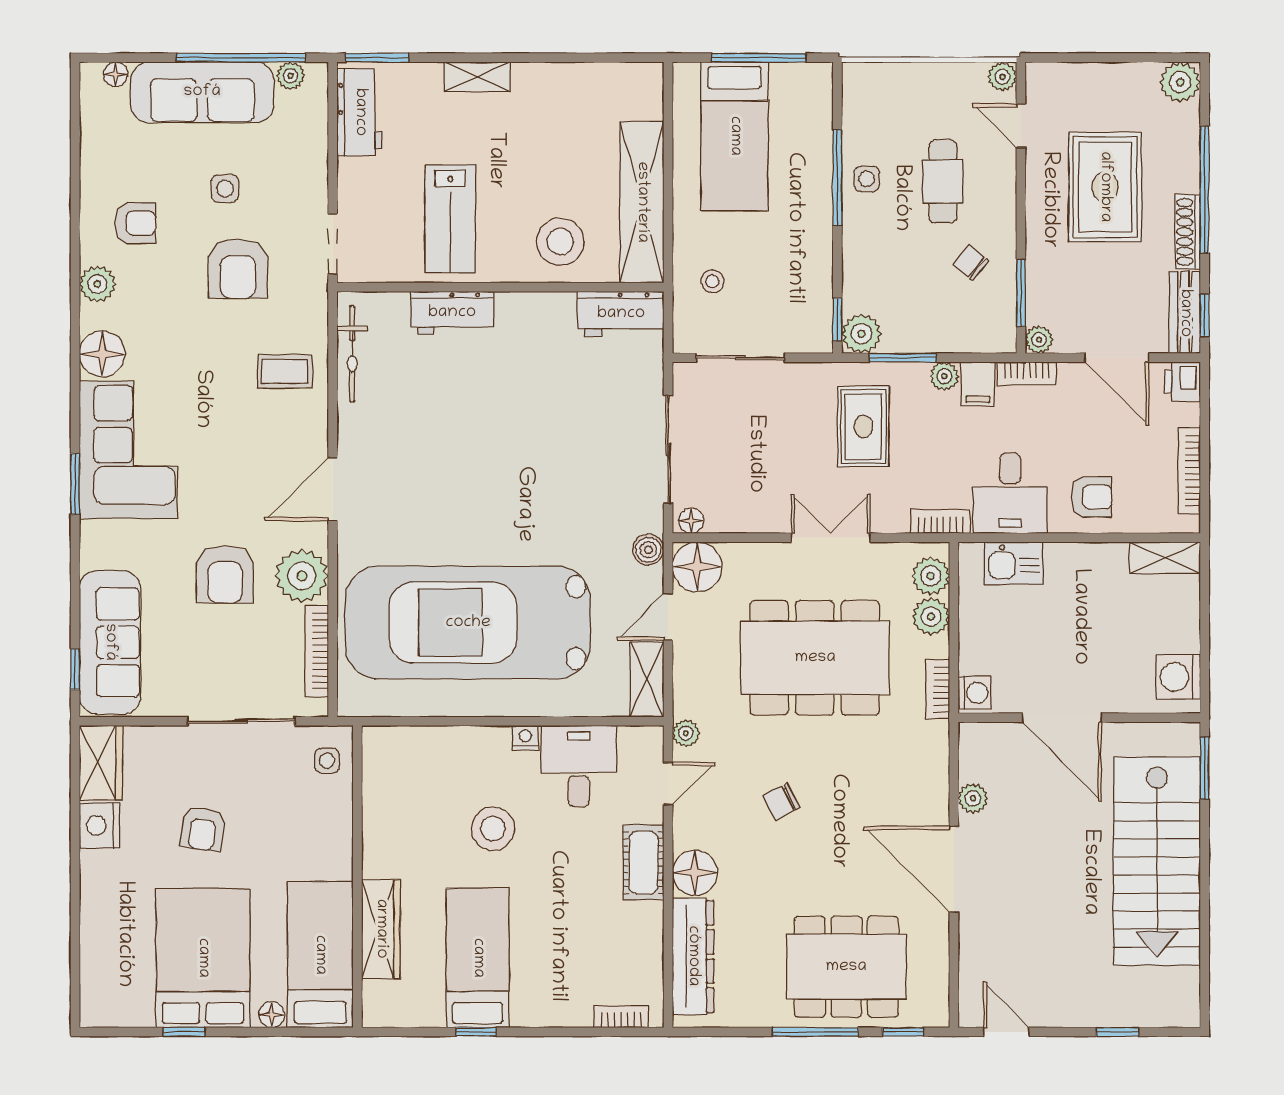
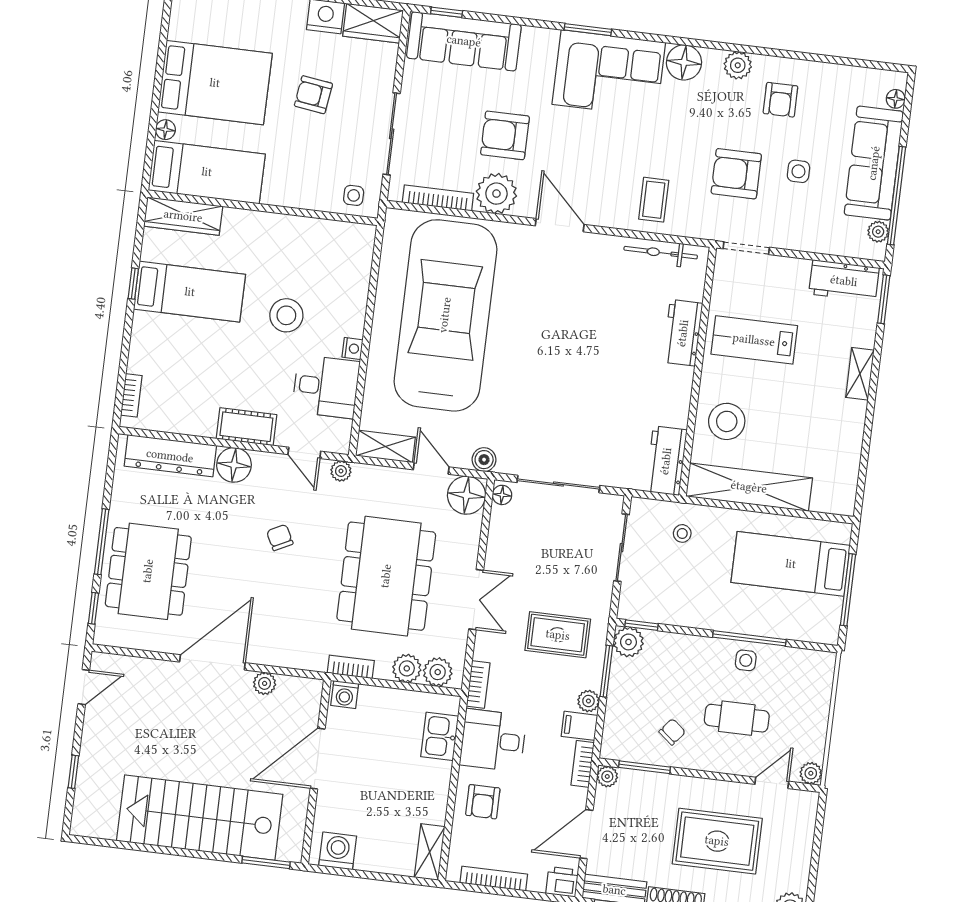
wardrobe: (381, 929) -> (183, 216), moved
window: (184, 1032) -> (161, 61), removed

